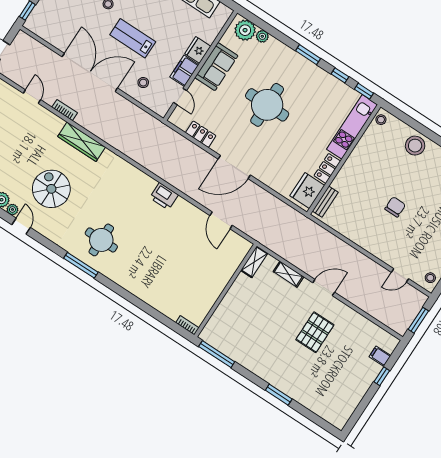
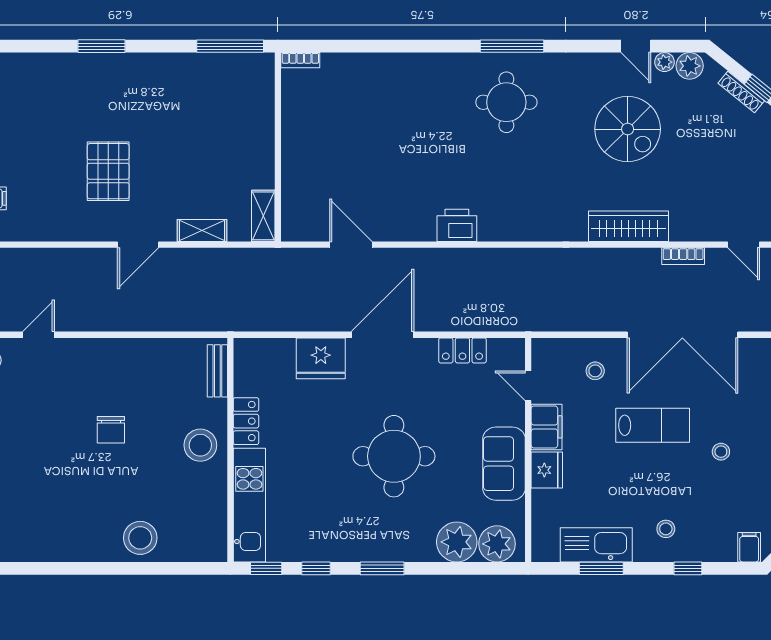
plant: (262, 36) -> (457, 542), width x1.88, depth x1.88
stool: (381, 120) -> (200, 445), moved, width x1.89, depth x1.89
fridge: (307, 191) -> (321, 358), moved, turned 90

